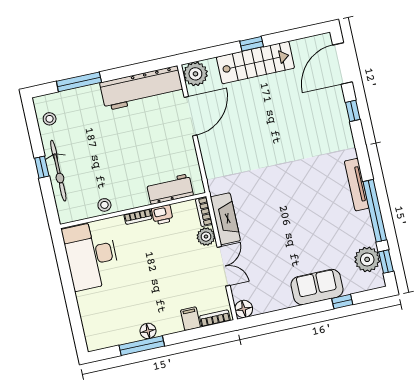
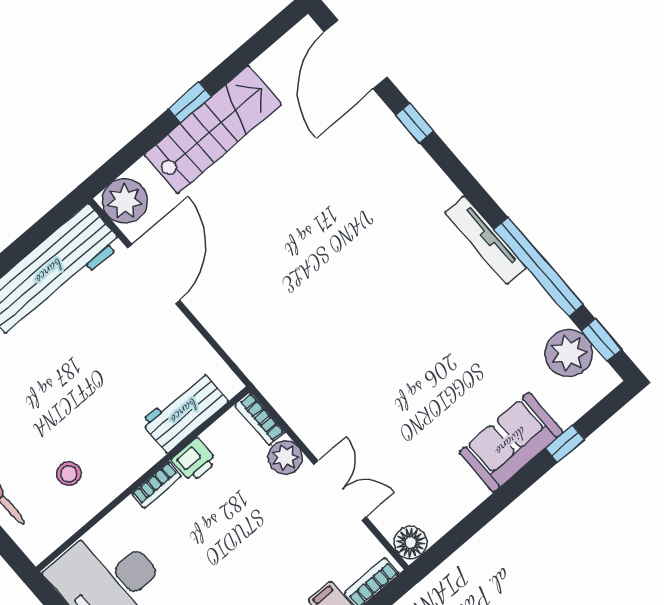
stool: (104, 205) -> (69, 474), moved
fireplace: (225, 219) -> (301, 411), removed

